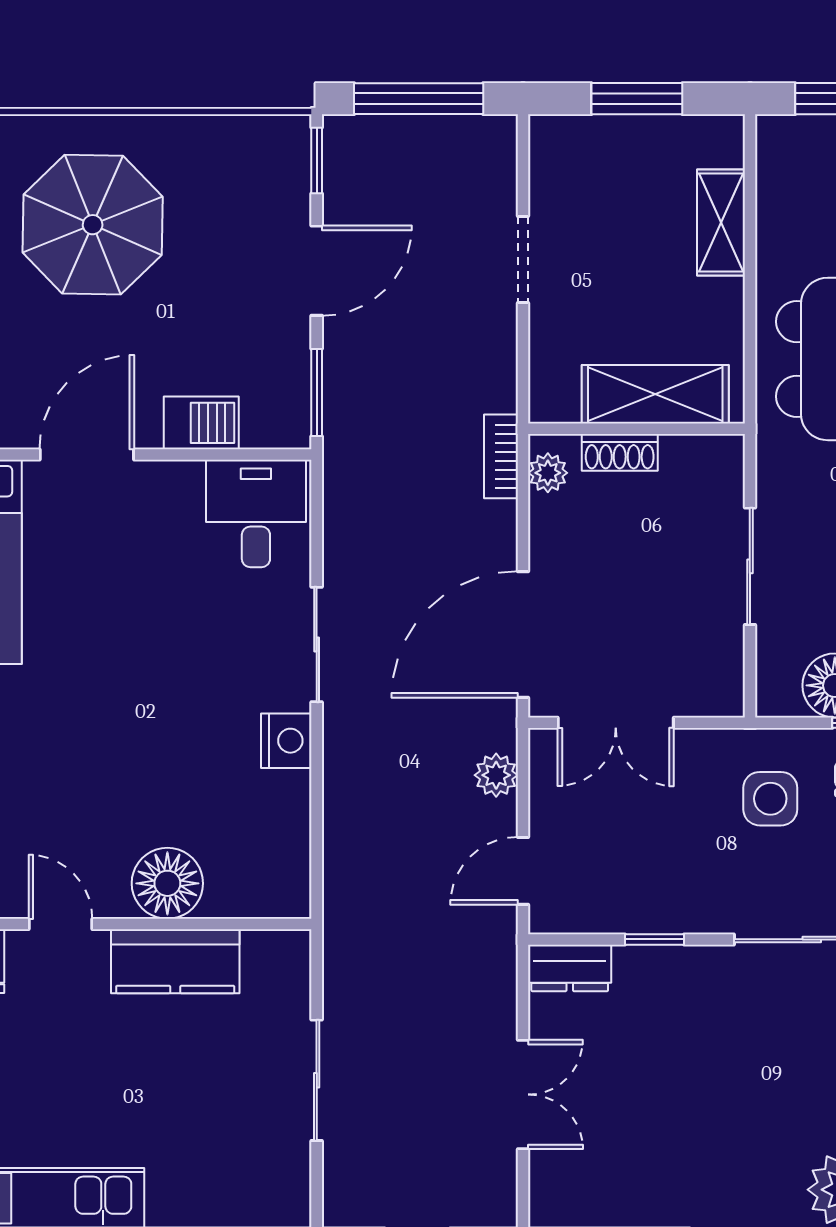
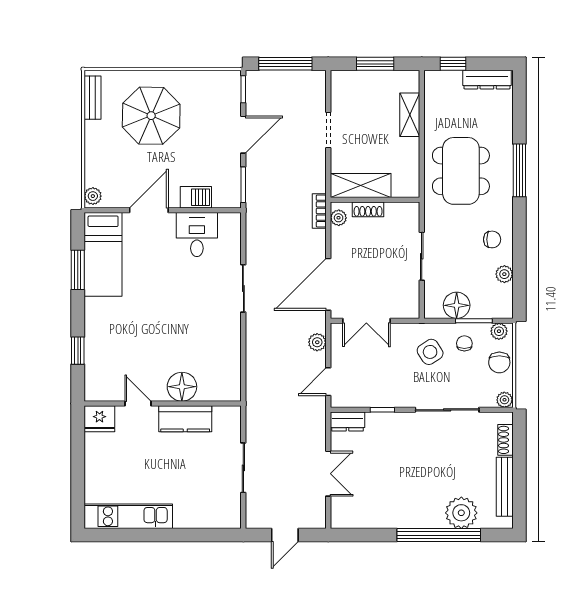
shelving: (655, 394) -> (361, 185), moved
desk: (256, 514) -> (197, 235), moved
nightstand: (286, 741) -> (231, 328), removed
side table: (770, 799) -> (430, 352), turned -33

